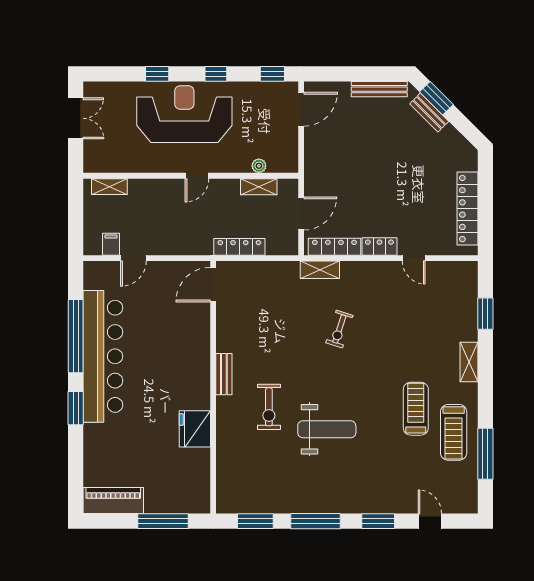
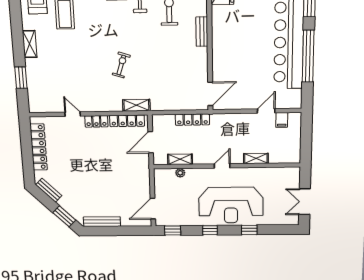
bench: (429, 113) -> (49, 190), moved
shelving: (109, 187) -> (256, 158), moved

